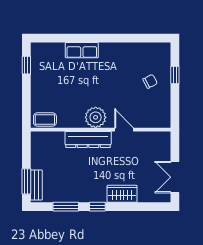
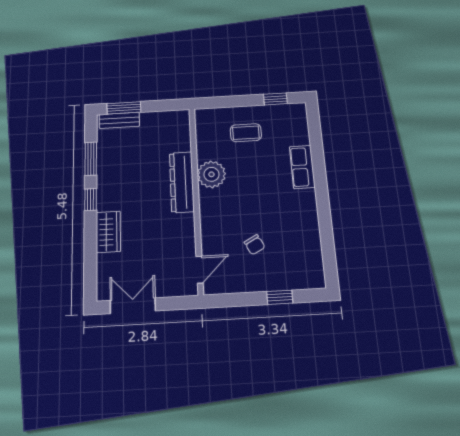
chair: (150, 81) -> (255, 245), moved
plant: (96, 117) -> (211, 174), moved
coffee table: (45, 119) -> (246, 133), moved, turned 90
door: (124, 130) -> (200, 270), moved

